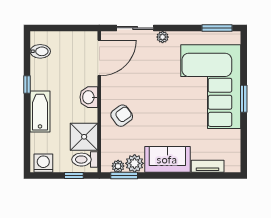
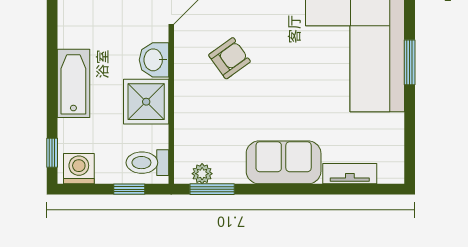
window: (27, 84) -> (52, 153), moved
armchair: (122, 116) -> (230, 58), moved
shower: (84, 137) -> (146, 102), moved
plant: (135, 163) -> (229, 169), removed

